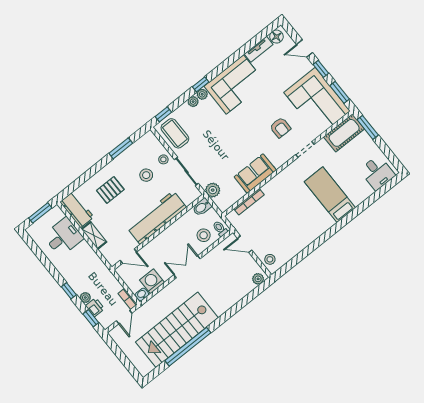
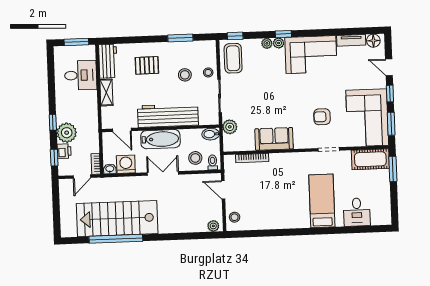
armchair: (280, 128) -> (322, 117), turned 90
desk: (377, 173) -> (357, 212), moved
bathtub: (165, 241) -> (160, 139), added
plant: (85, 297) -> (67, 133), width x1.87, depth x1.87

